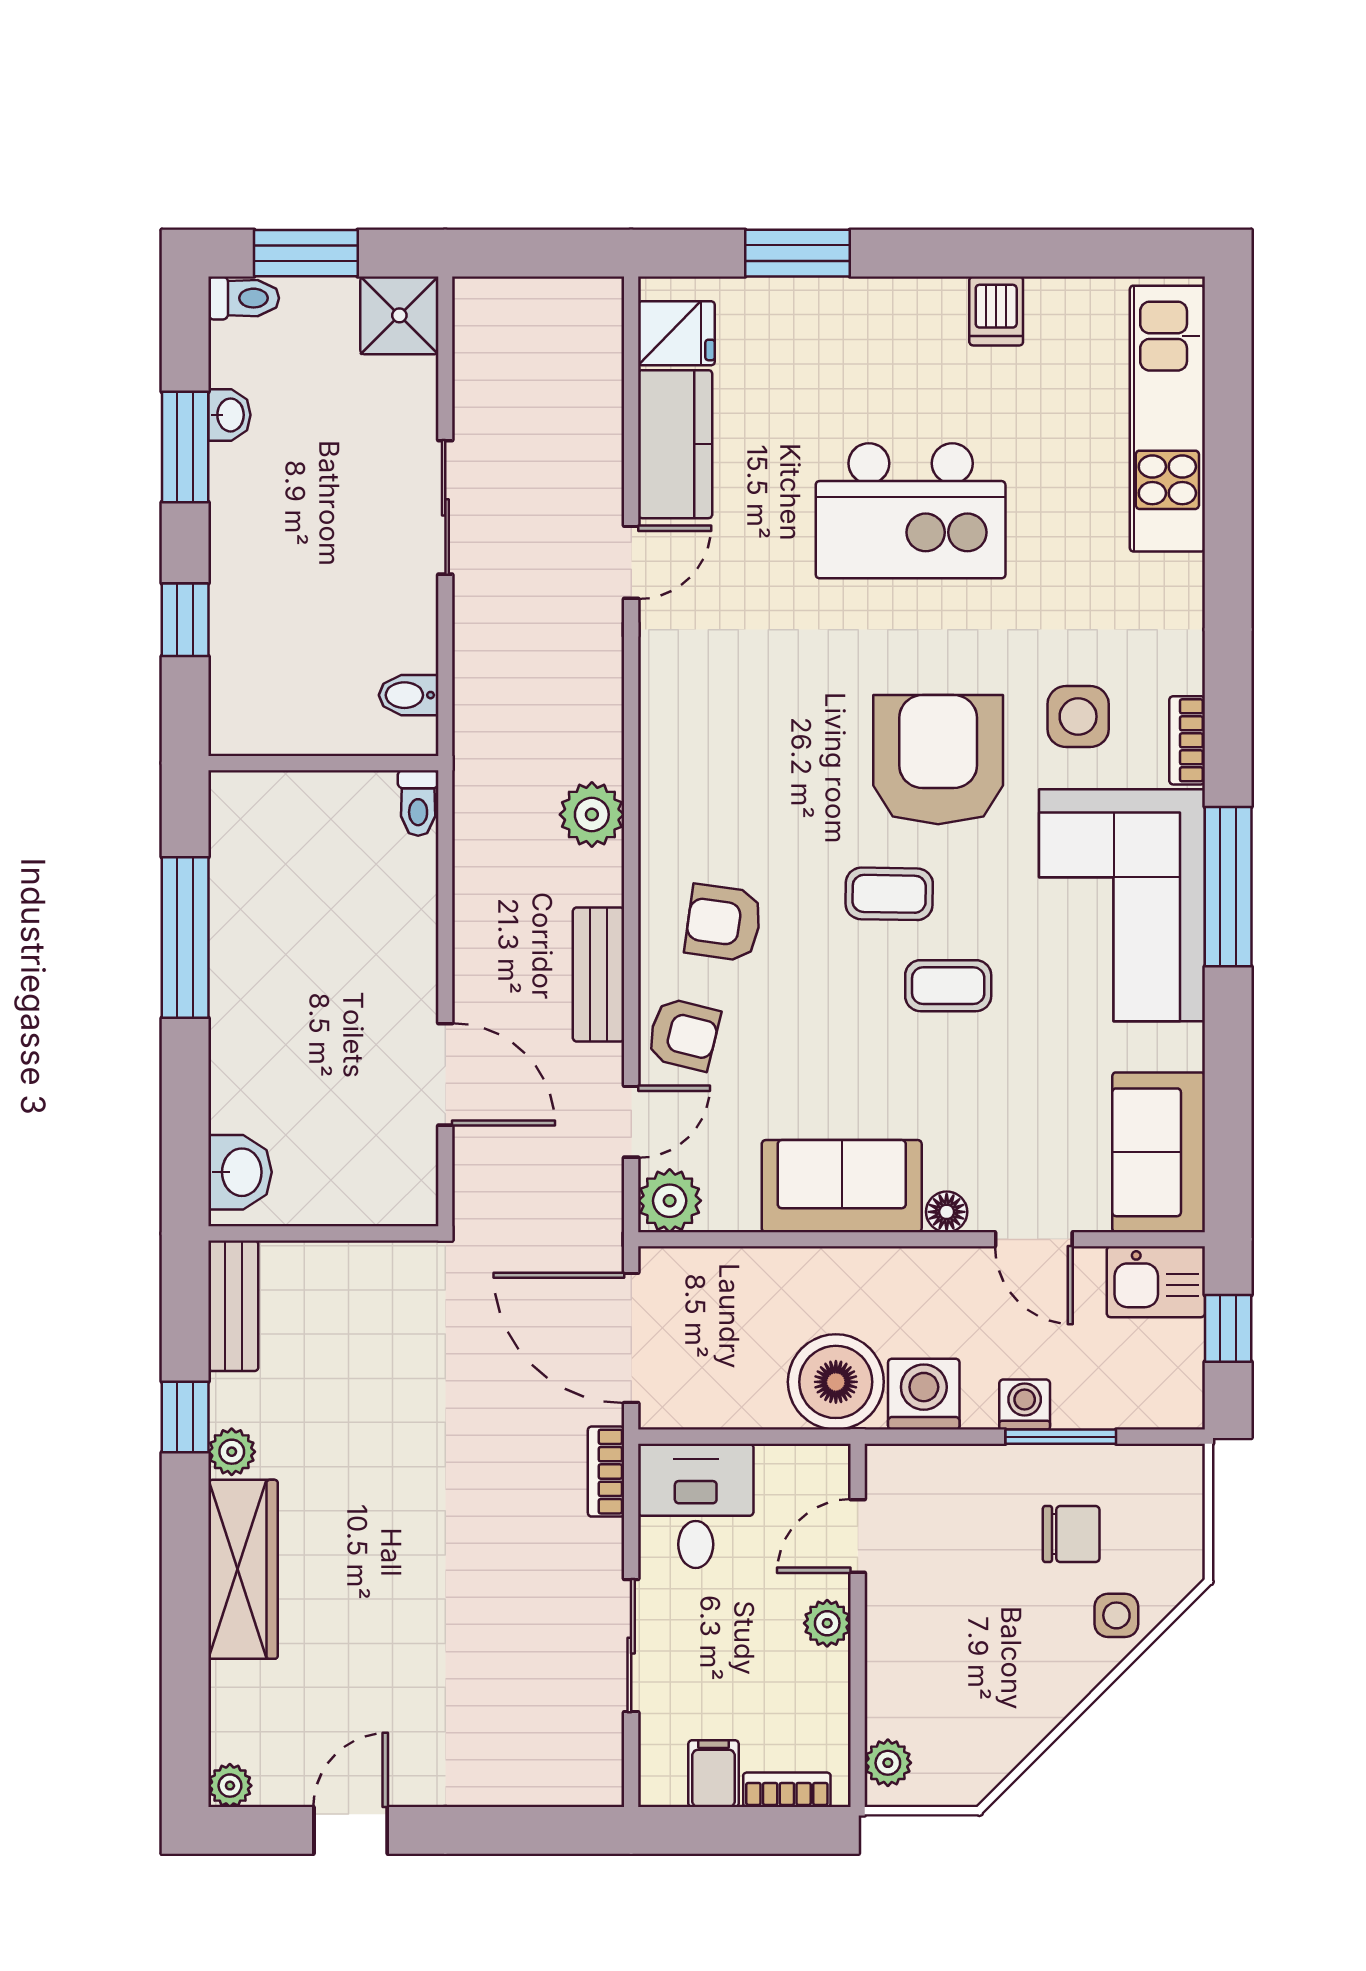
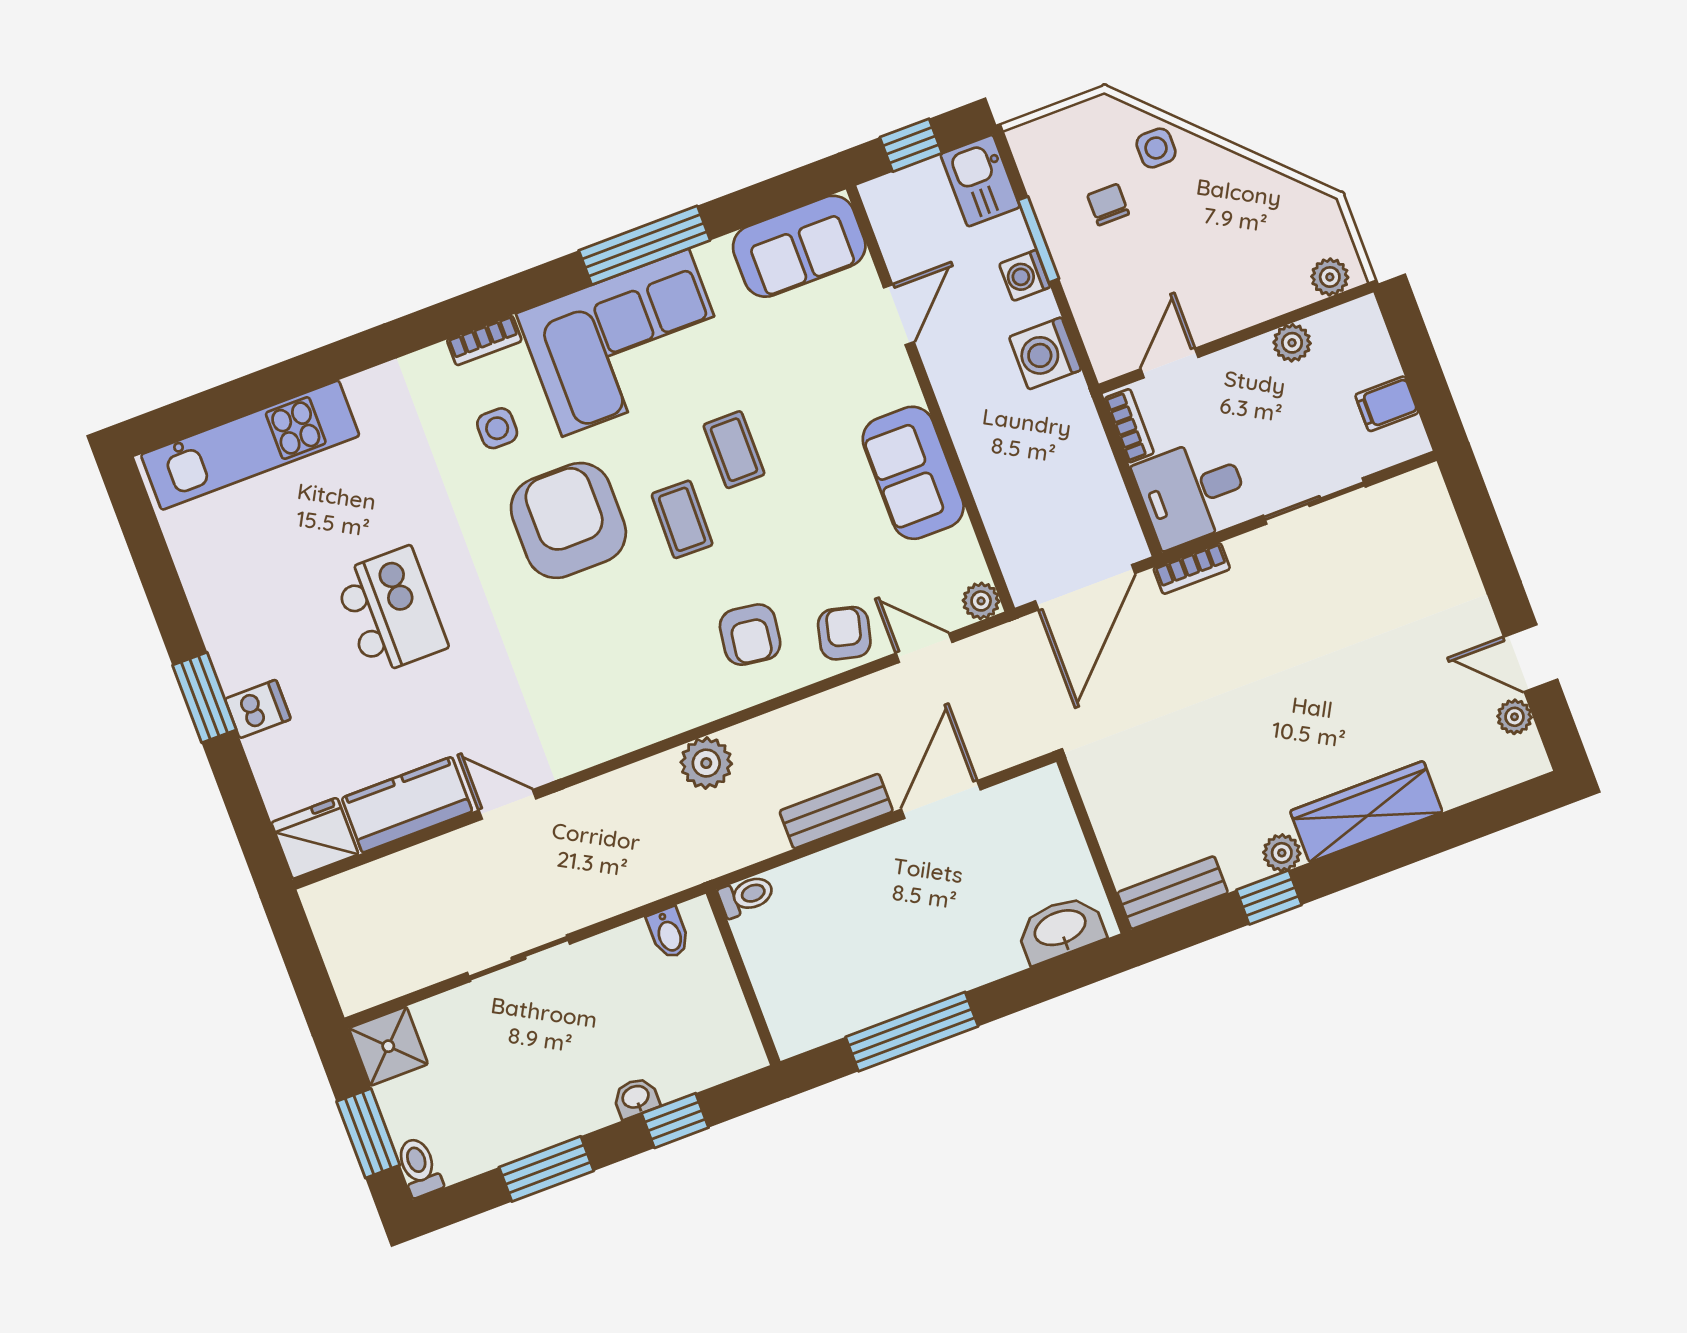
window: (798, 253) -> (204, 697), moved
dishwasher: (996, 311) -> (258, 709), moved
fridge: (676, 333) -> (315, 838), width x1.38
washbasin: (229, 415) -> (636, 1098), moved
kitchen island: (911, 511) -> (391, 611), width x0.73, depth x0.78
side table: (1078, 717) -> (497, 428), width x0.73, depth x0.73
armchair: (938, 760) -> (568, 520), turned 90
window: (1228, 887) -> (644, 245), moved
bench: (599, 974) -> (836, 811), moved
washbasin: (240, 1172) -> (1061, 929), width x1.38
plant: (670, 1201) -> (981, 601), width x0.73, depth x0.73
floor lamp: (947, 1212) -> (903, 387), removed
kitchen sink: (1156, 1282) -> (980, 181), moved, turned 180
boiler: (836, 1382) -> (1061, 422), removed
chair: (1071, 1534) -> (1108, 205), width x0.73, depth x0.73
door: (858, 1536) -> (1169, 363), swing flipped
plant: (827, 1623) -> (1292, 343), moved
plant: (230, 1786) -> (1515, 717), moved
bookcase: (787, 1790) -> (1129, 426), moved, turned 180

